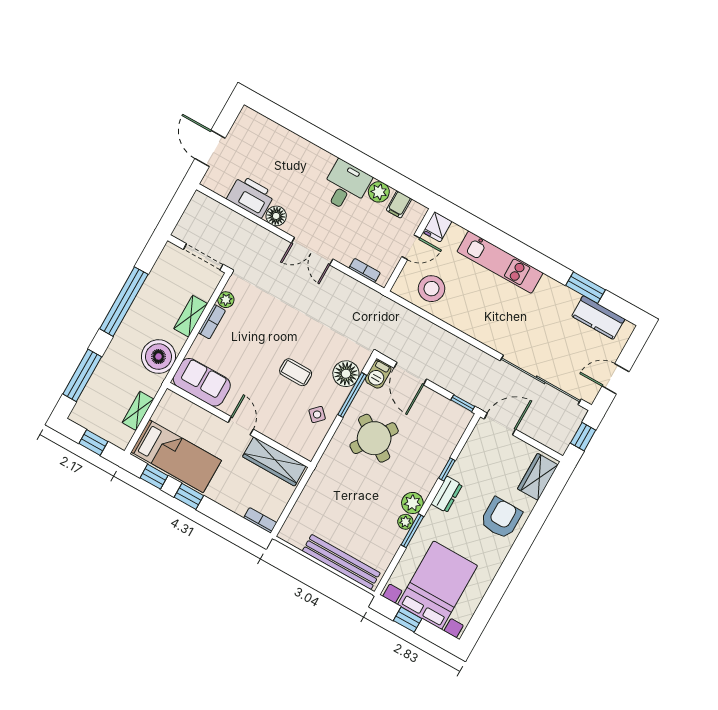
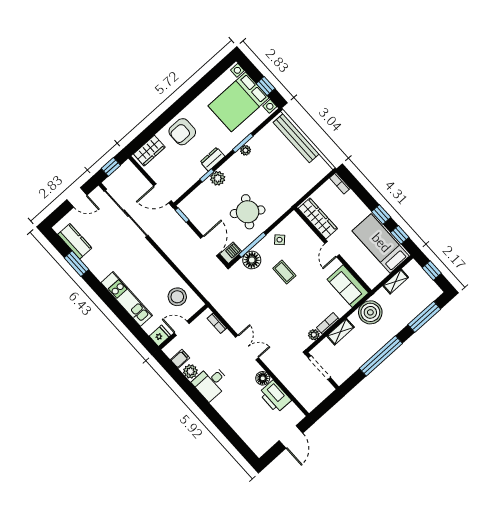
plant: (412, 503) -> (218, 178), moved

